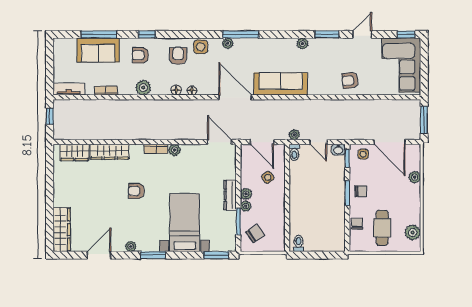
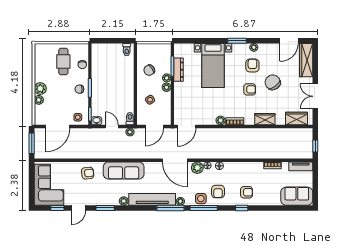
window: (99, 34) -> (204, 208), moved
window: (406, 34) -> (57, 208), moved
tv unit: (265, 46) -> (152, 199), added
sofa: (98, 50) -> (297, 196), moved
sofa: (281, 84) -> (124, 171), moved
plant: (143, 88) -> (197, 168), moved
door: (219, 142) -> (187, 126), hinge flipped
door: (262, 142) -> (154, 126), swing flipped
door: (390, 142) -> (58, 126), swing flipped
wardrobe: (110, 152) -> (265, 119), width x0.67
double door: (50, 182) -> (315, 96), added
dresser: (230, 195) -> (179, 70), moved
chair: (106, 200) -> (273, 82), added
armchair: (133, 223) -> (252, 65), added
plant: (413, 232) -> (40, 89), moved
chair: (255, 233) -> (149, 70), moved
door: (99, 255) -> (289, 41), moved
window: (216, 255) -> (189, 41), removed

